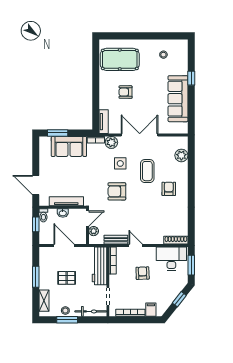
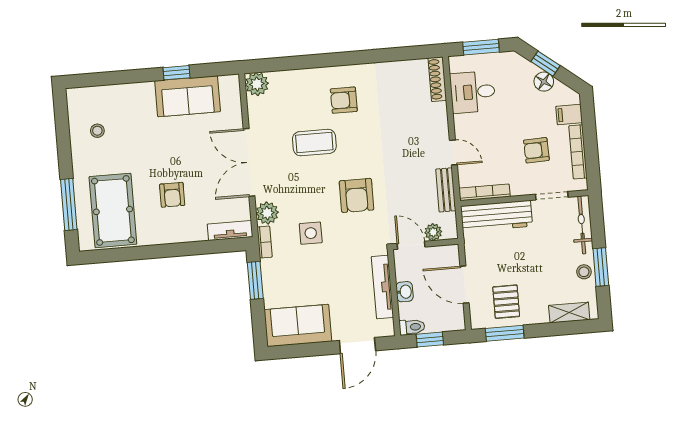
window: (125, 36) -> (69, 204), added
window: (191, 78) -> (177, 73), moved
sofa: (178, 99) -> (188, 96), width x0.73
window: (58, 133) -> (255, 280), moved
sofa: (69, 146) -> (298, 326), moved, turned -90
plant: (181, 155) -> (257, 84), moved
side table: (120, 163) -> (311, 233), moved
door: (64, 246) -> (465, 285), hinge flipped
door: (136, 246) -> (453, 152), swing flipped
desk: (171, 259) -> (473, 92), width x0.73
armchair: (143, 273) -> (536, 150), moved
window: (36, 277) -> (505, 333), moved
pallet: (67, 278) -> (506, 302), moved
floor lamp: (170, 297) -> (544, 82), added

